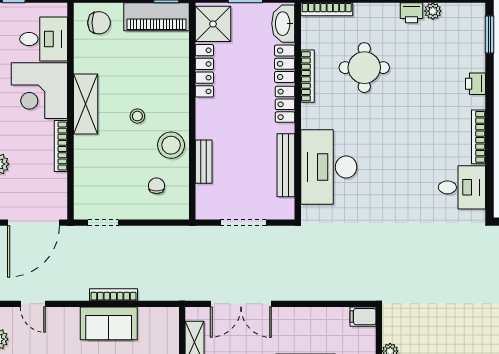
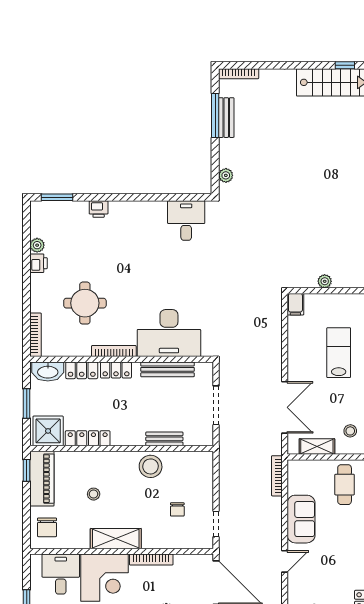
chair: (99, 23) -> (47, 527), turned 180
bookcase: (308, 76) -> (114, 351), moved
stool: (137, 116) -> (94, 494), moved
bookcase: (479, 137) -> (143, 207), removed
chair: (157, 186) -> (177, 509), moved, turned -90
bookcase: (113, 295) -> (277, 476), moved
door: (33, 304) -> (285, 561), moved

